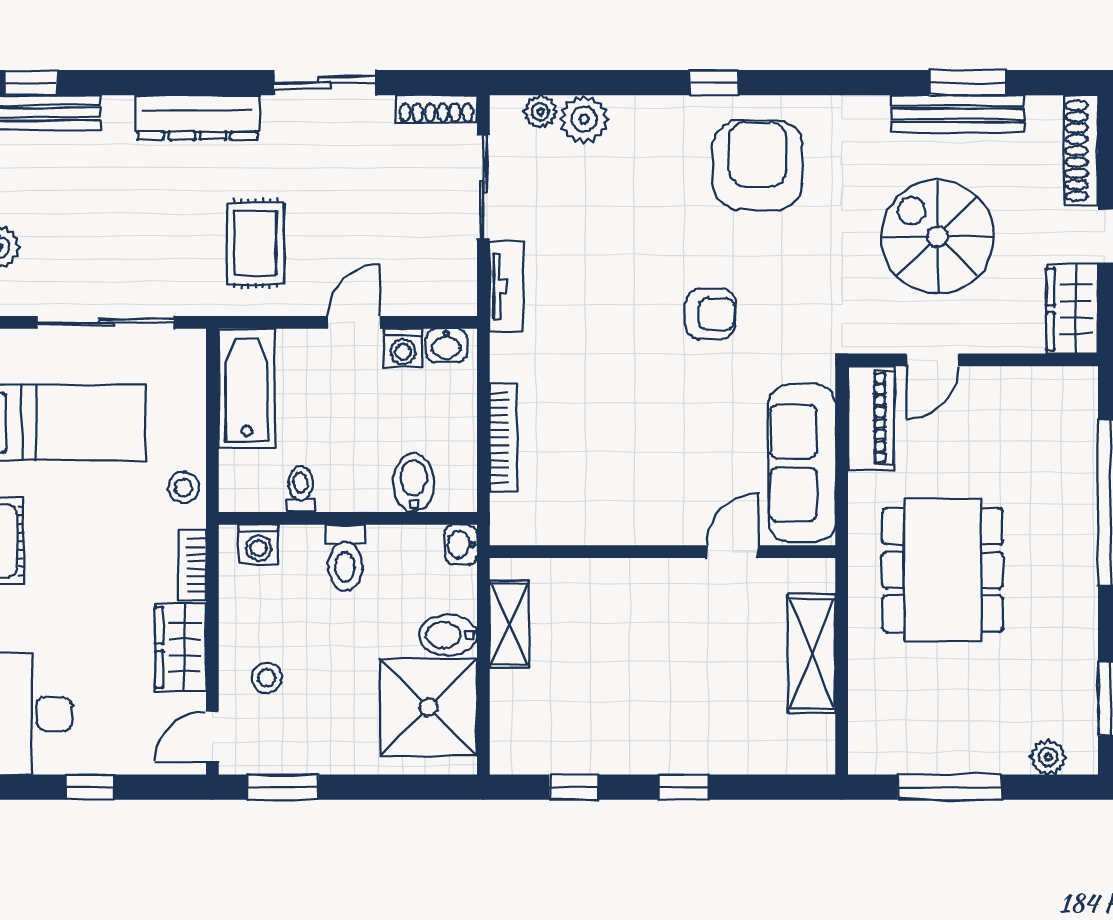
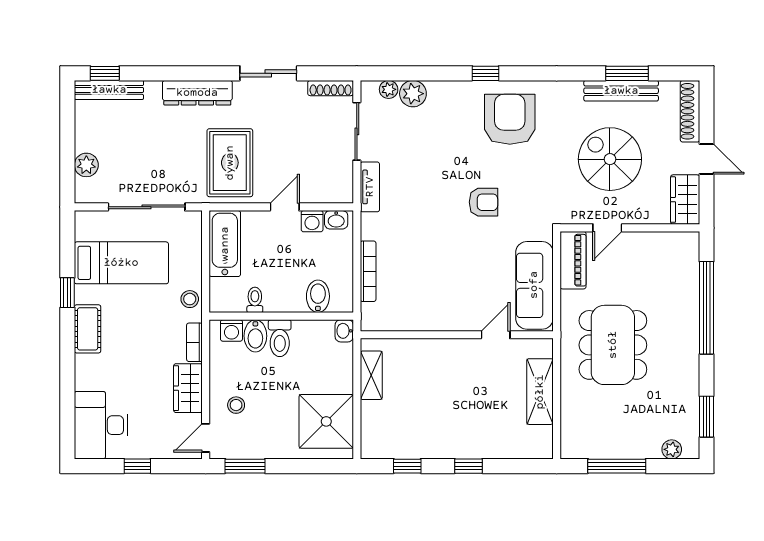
rug: (256, 243) -> (230, 163), width x1.36, depth x1.43
bidet: (448, 635) -> (255, 336), moved, turned -90

